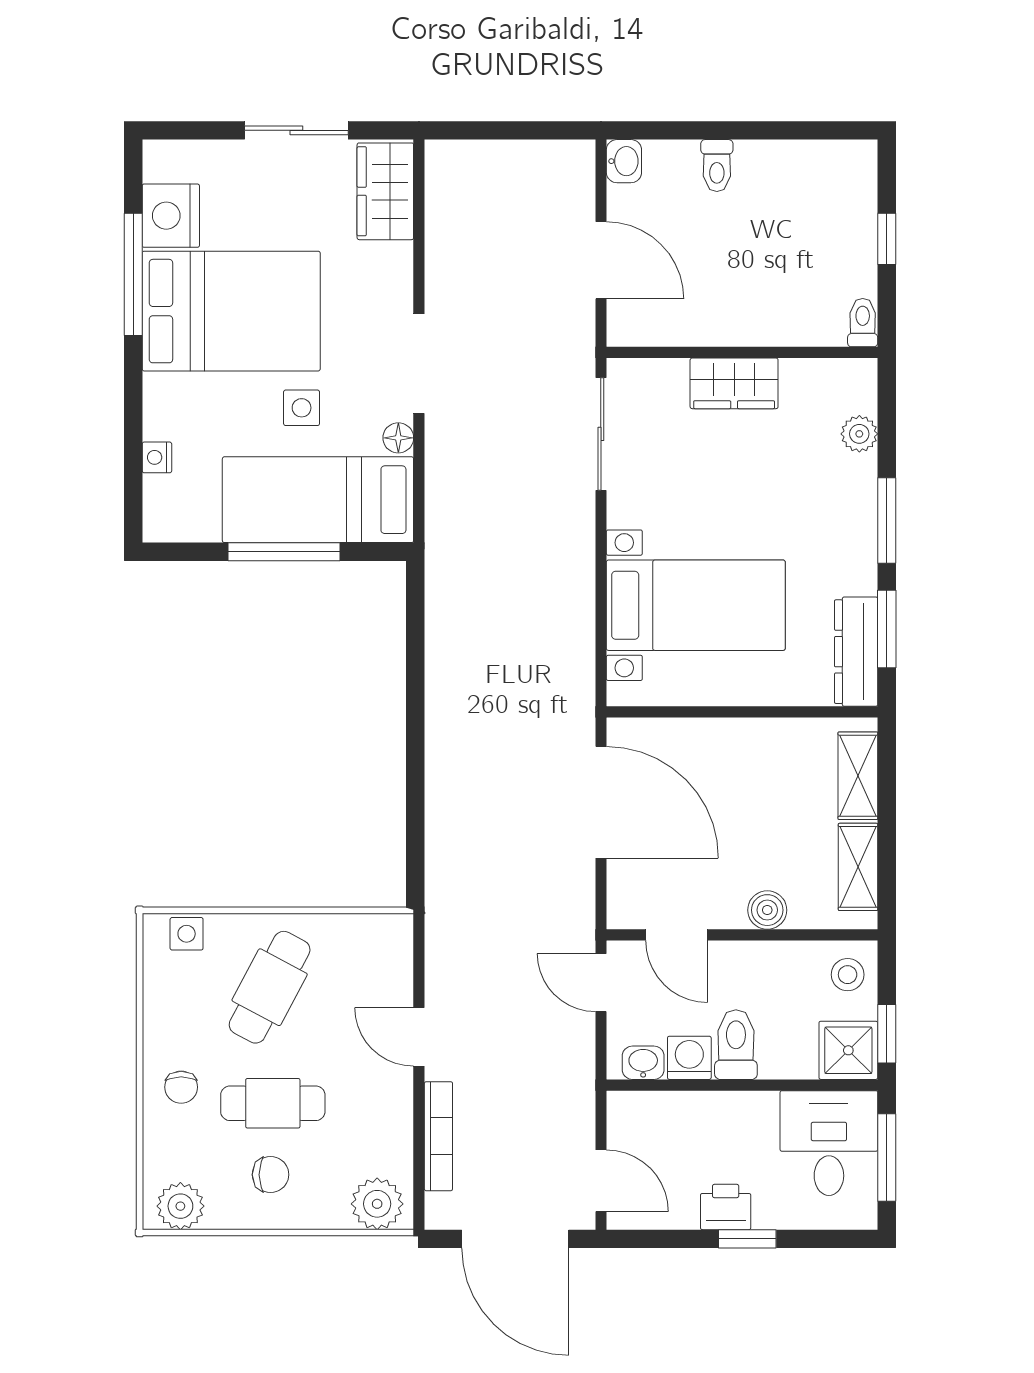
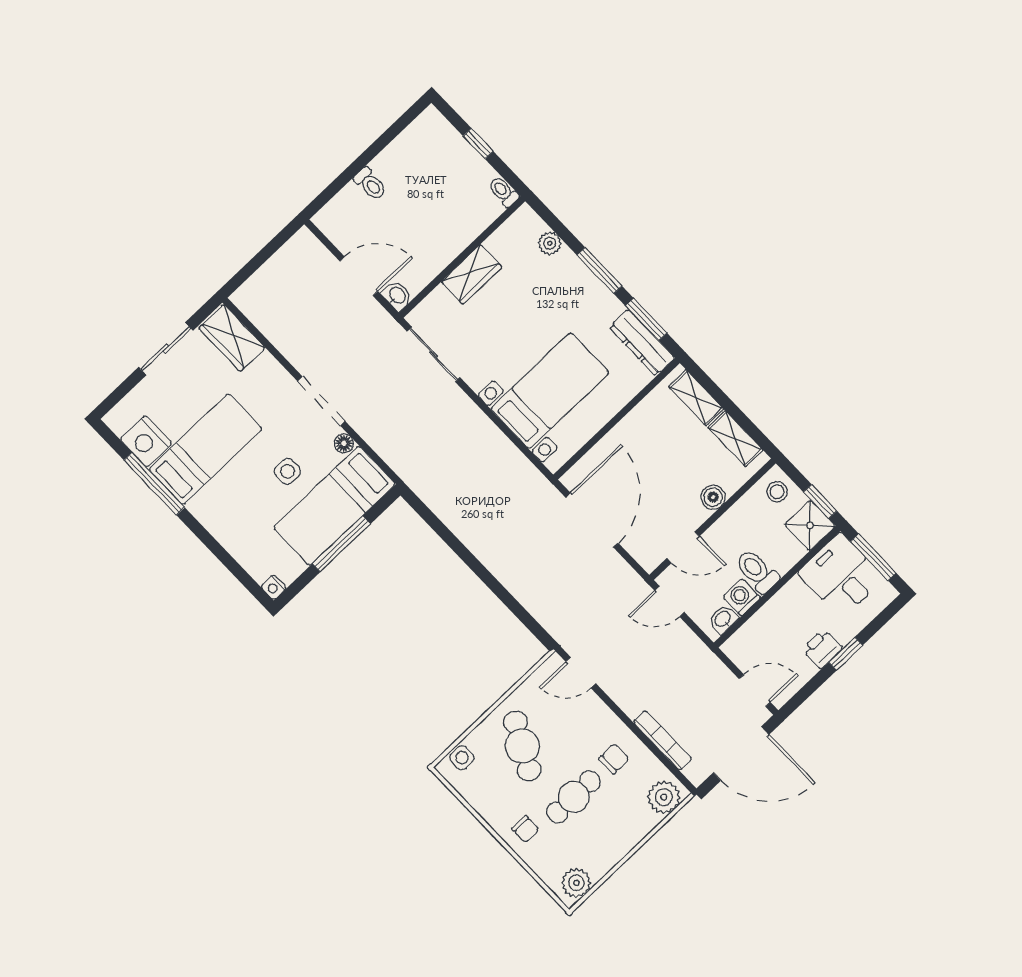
washbasin: (624, 161) -> (397, 296), moved
bed: (231, 311) -> (206, 449), width x0.67
nightstand: (157, 457) -> (274, 587), moved
door: (601, 802) -> (592, 520), hinge flipped
door: (419, 1037) -> (581, 673), moved
chair: (271, 1175) -> (614, 759), moved

